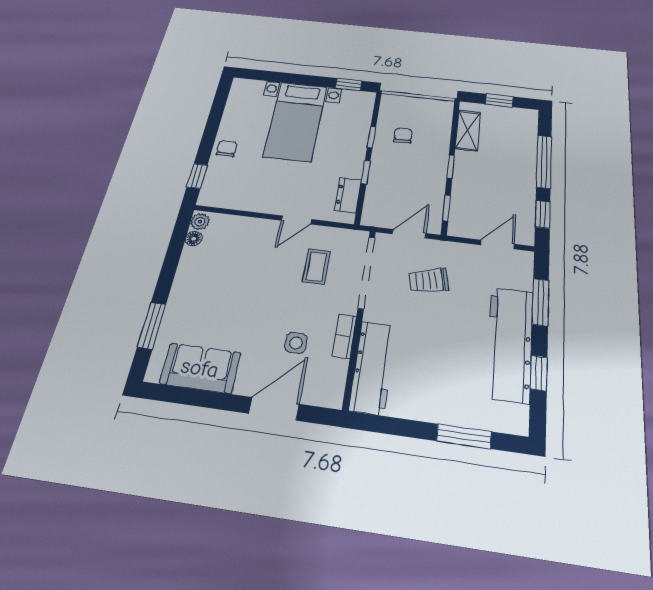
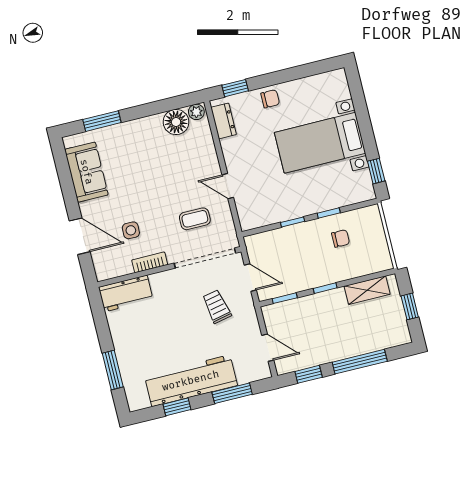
dresser: (348, 195) -> (224, 121), moved, turned 90
floor lamp: (194, 239) -> (176, 122), width x1.89, depth x1.89
workbench: (372, 367) -> (126, 293), width x0.73

